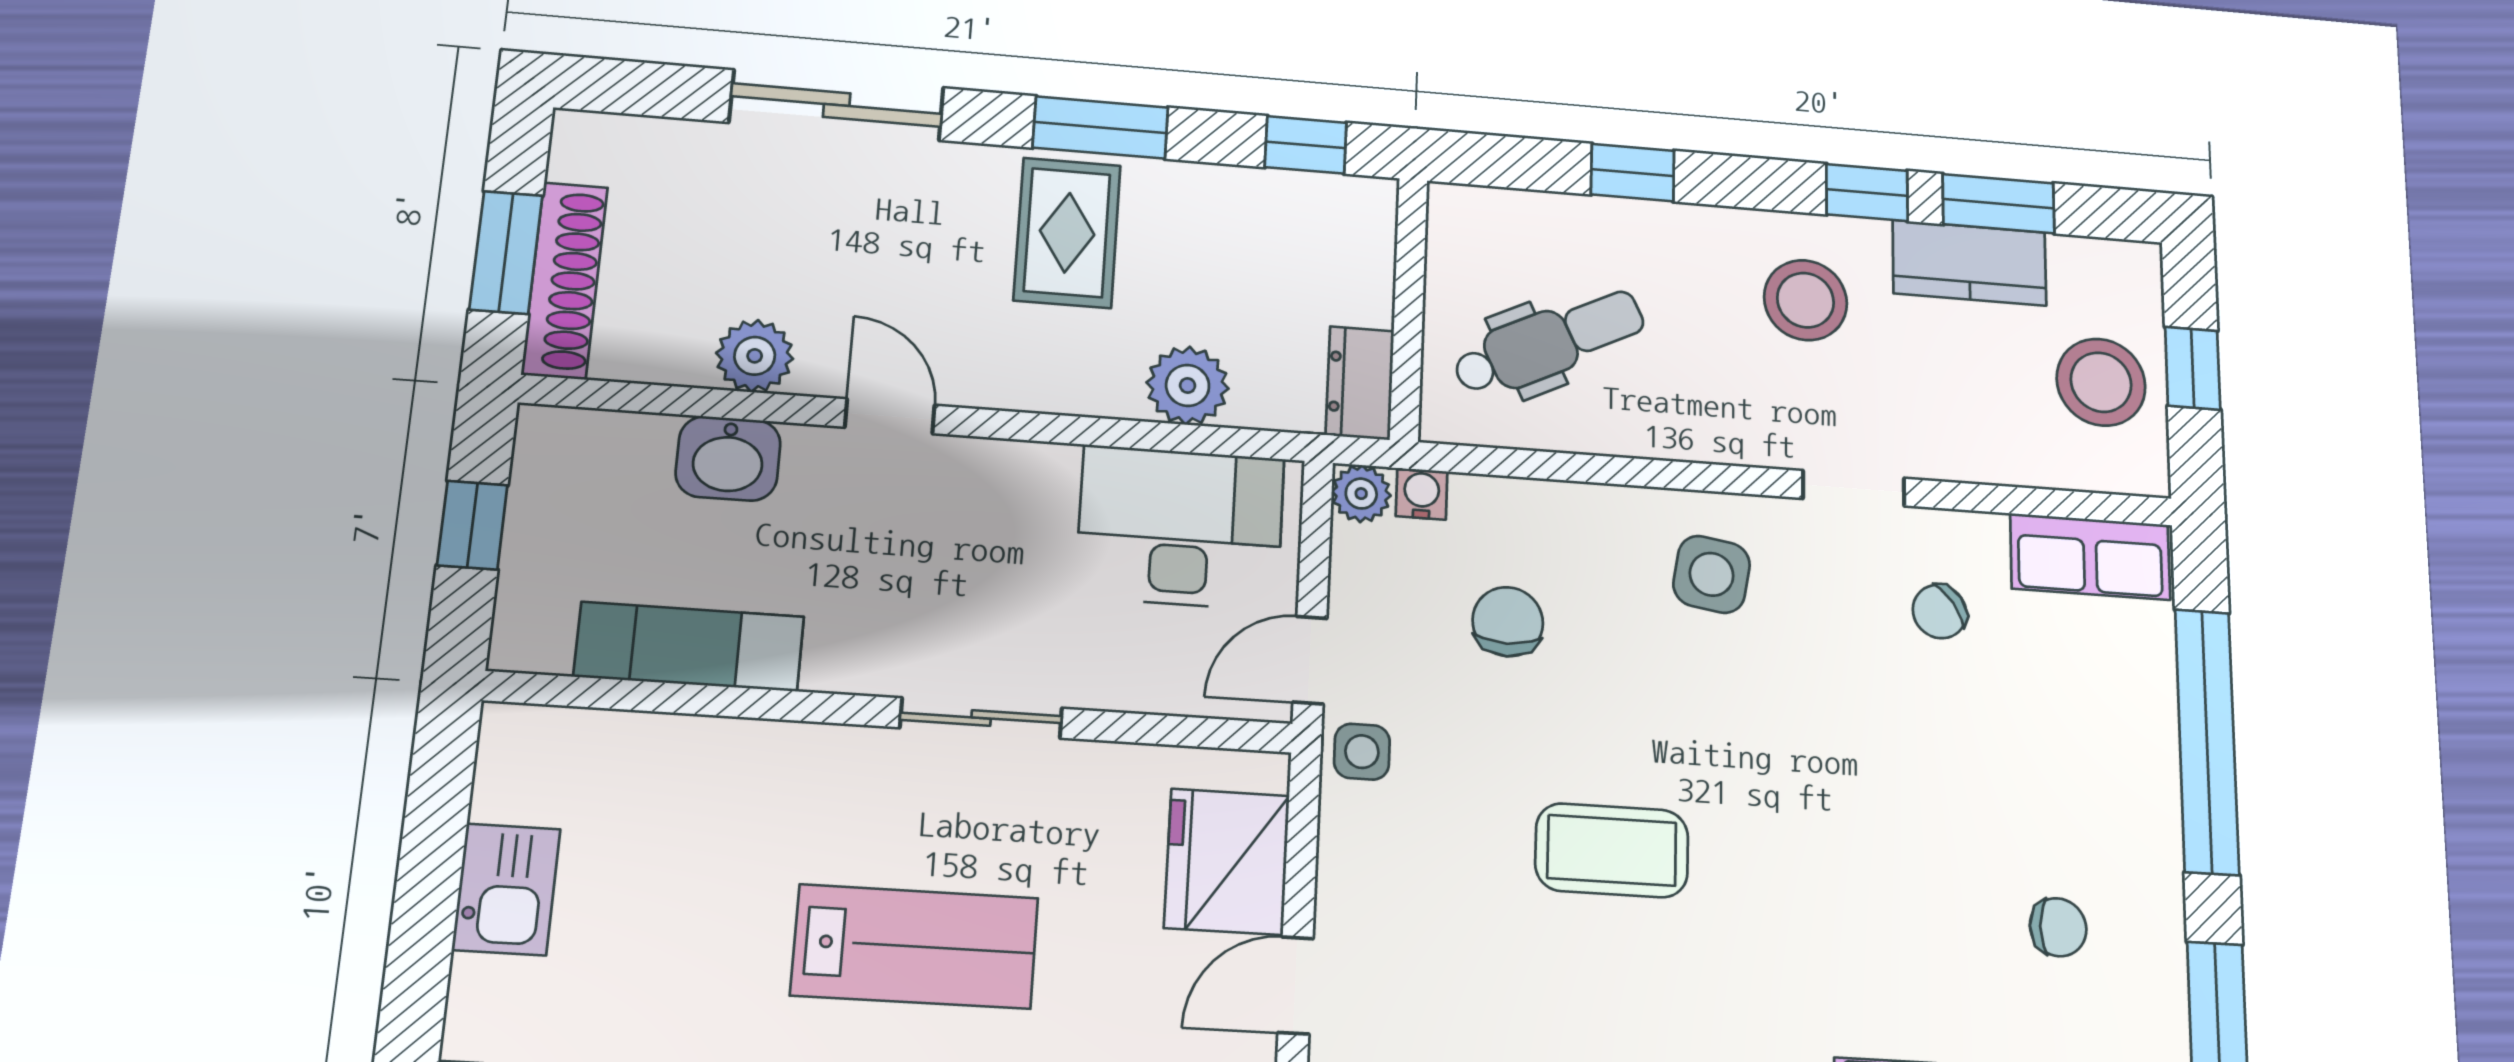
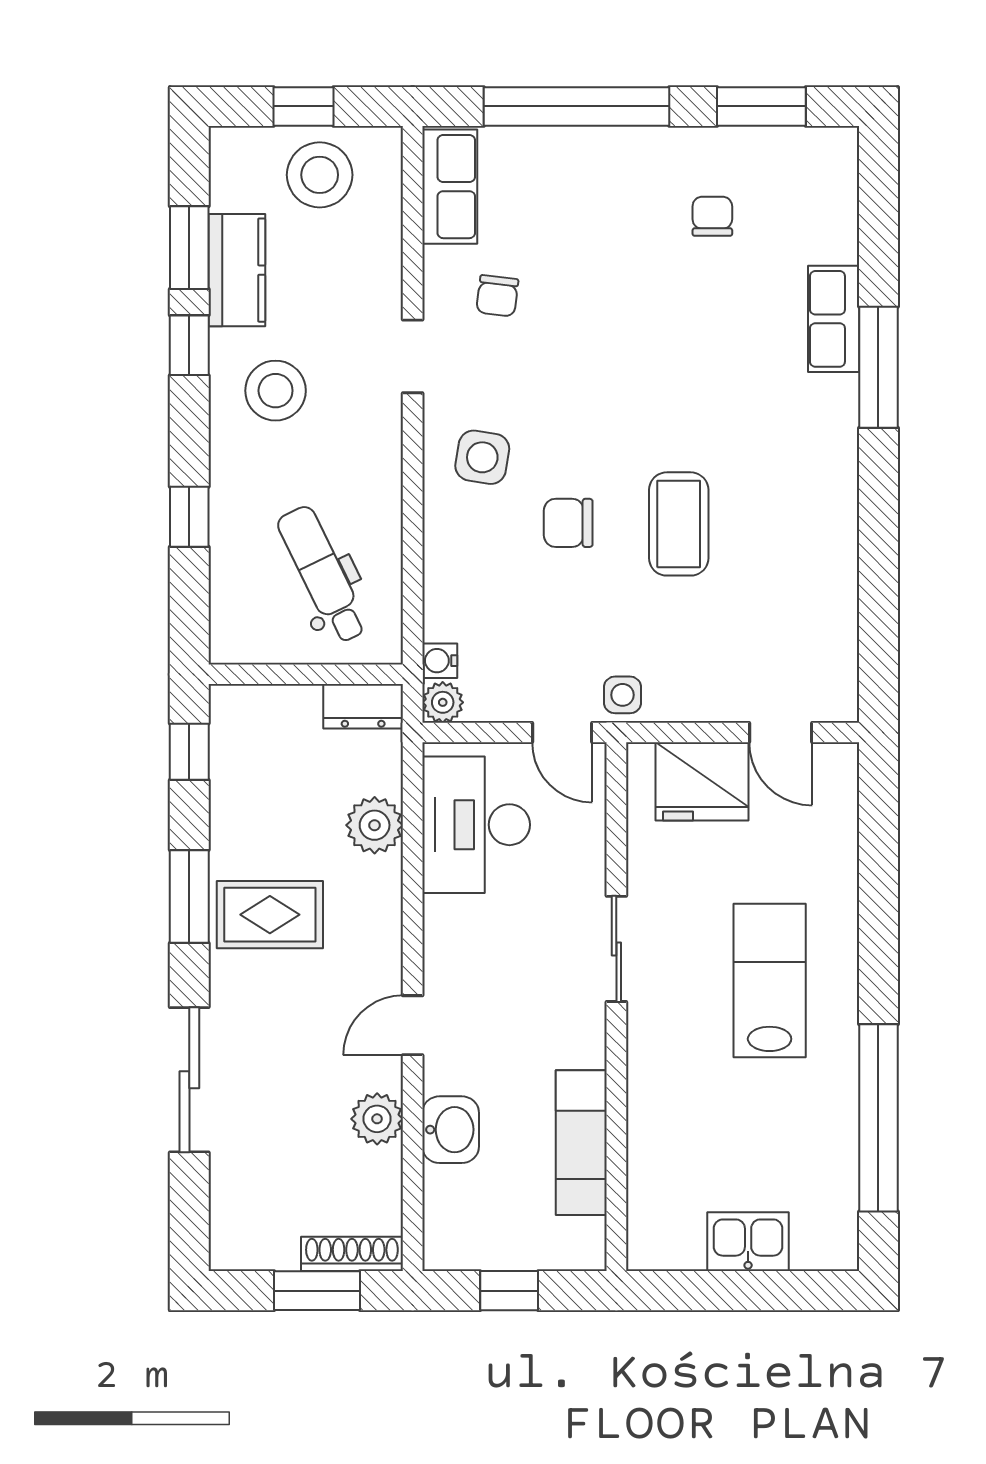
shoe rack: (565, 280) -> (352, 1254), width x0.74, depth x0.81
chair: (1940, 612) -> (497, 296), turned 42
chair: (1508, 622) -> (568, 523), moved

